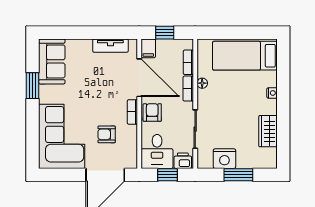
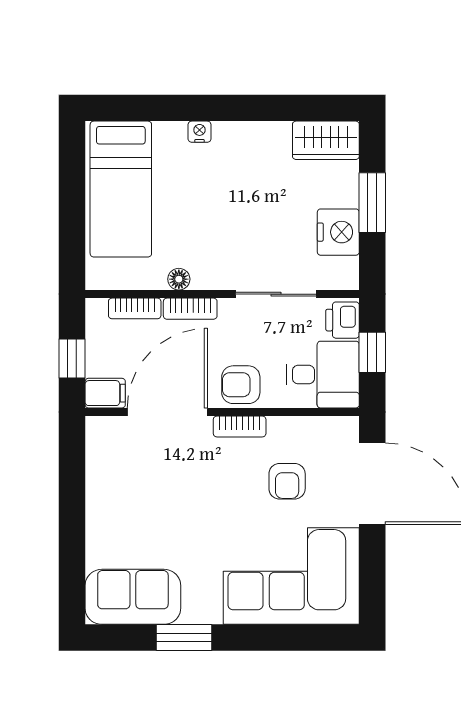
tv unit: (110, 46) -> (99, 473), removed
wardrobe: (268, 131) -> (326, 140), moved

